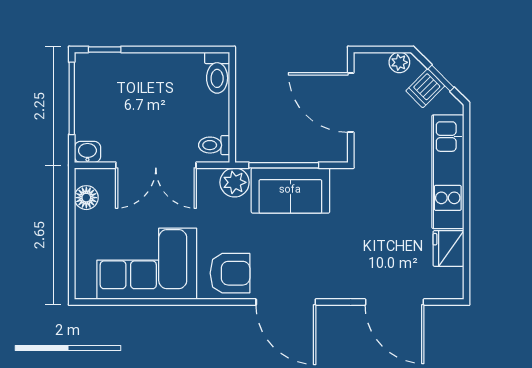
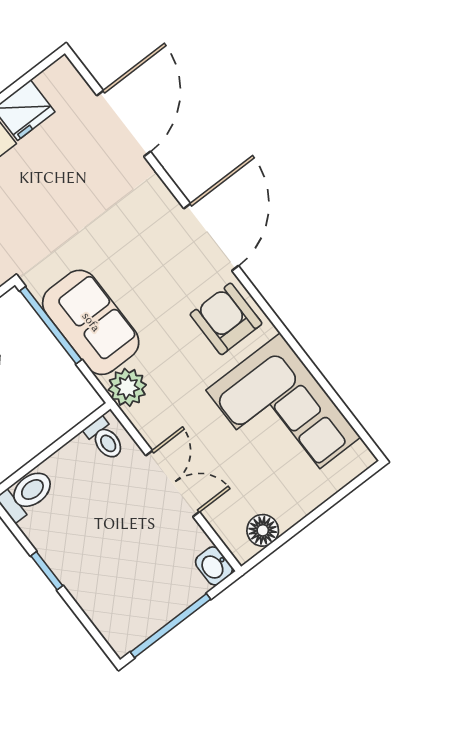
window: (105, 49) -> (47, 571), moved
double door: (156, 165) -> (173, 484), width x0.73
window: (284, 165) -> (51, 325), moved

